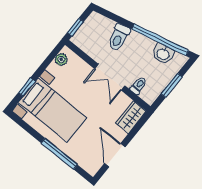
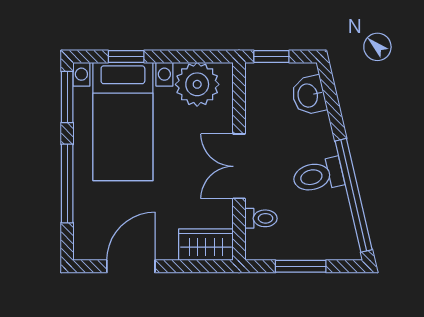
toilet: (119, 37) -> (318, 176), moved
washbasin: (163, 54) -> (309, 95), moved
plant: (61, 59) -> (197, 84), width x1.88, depth x1.88
window: (24, 125) -> (67, 97), added

